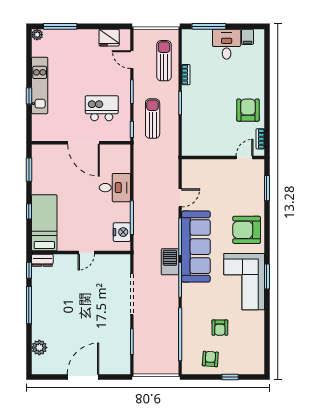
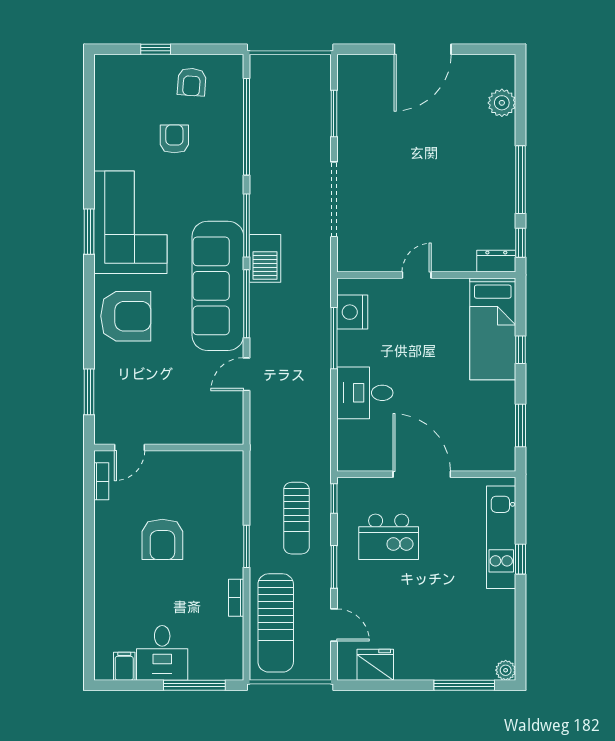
sun lounger: (164, 61) -> (276, 623), width x1.36, depth x1.34
kitchen unit: (40, 85) -> (501, 537), moved
armchair: (248, 110) -> (162, 539), moved

